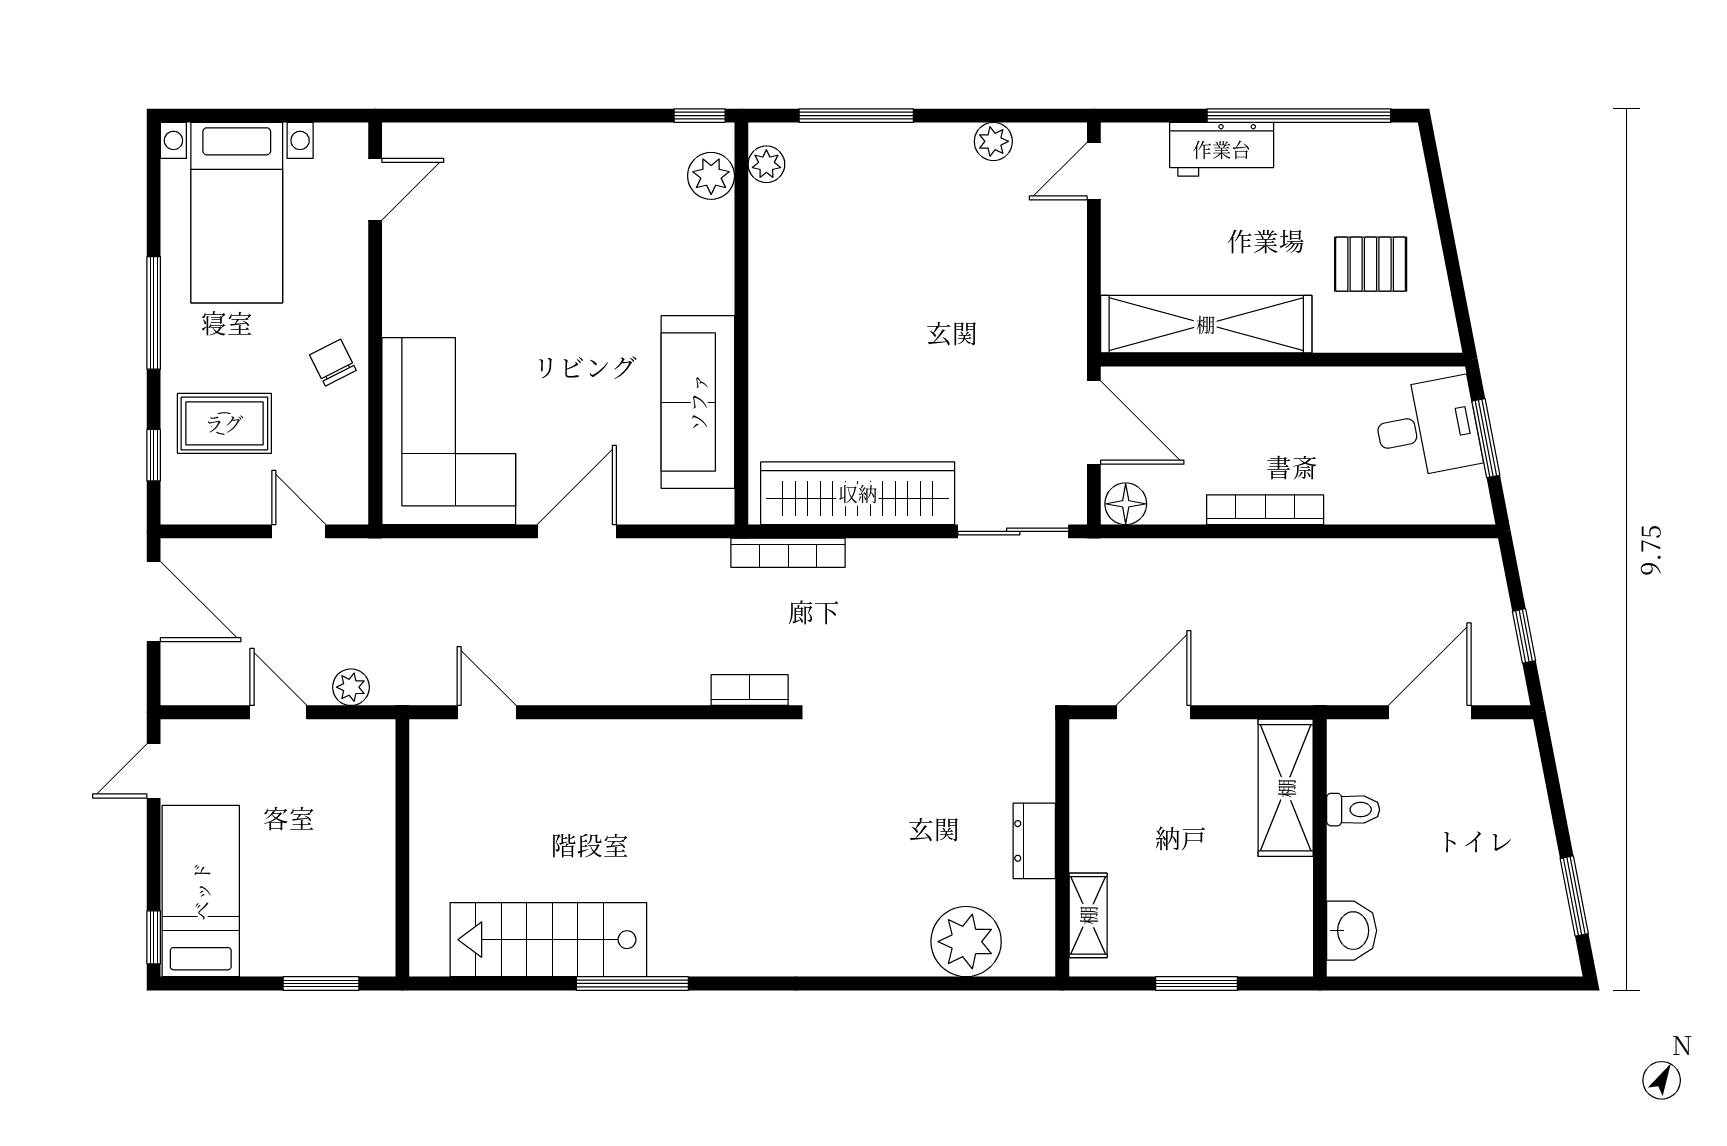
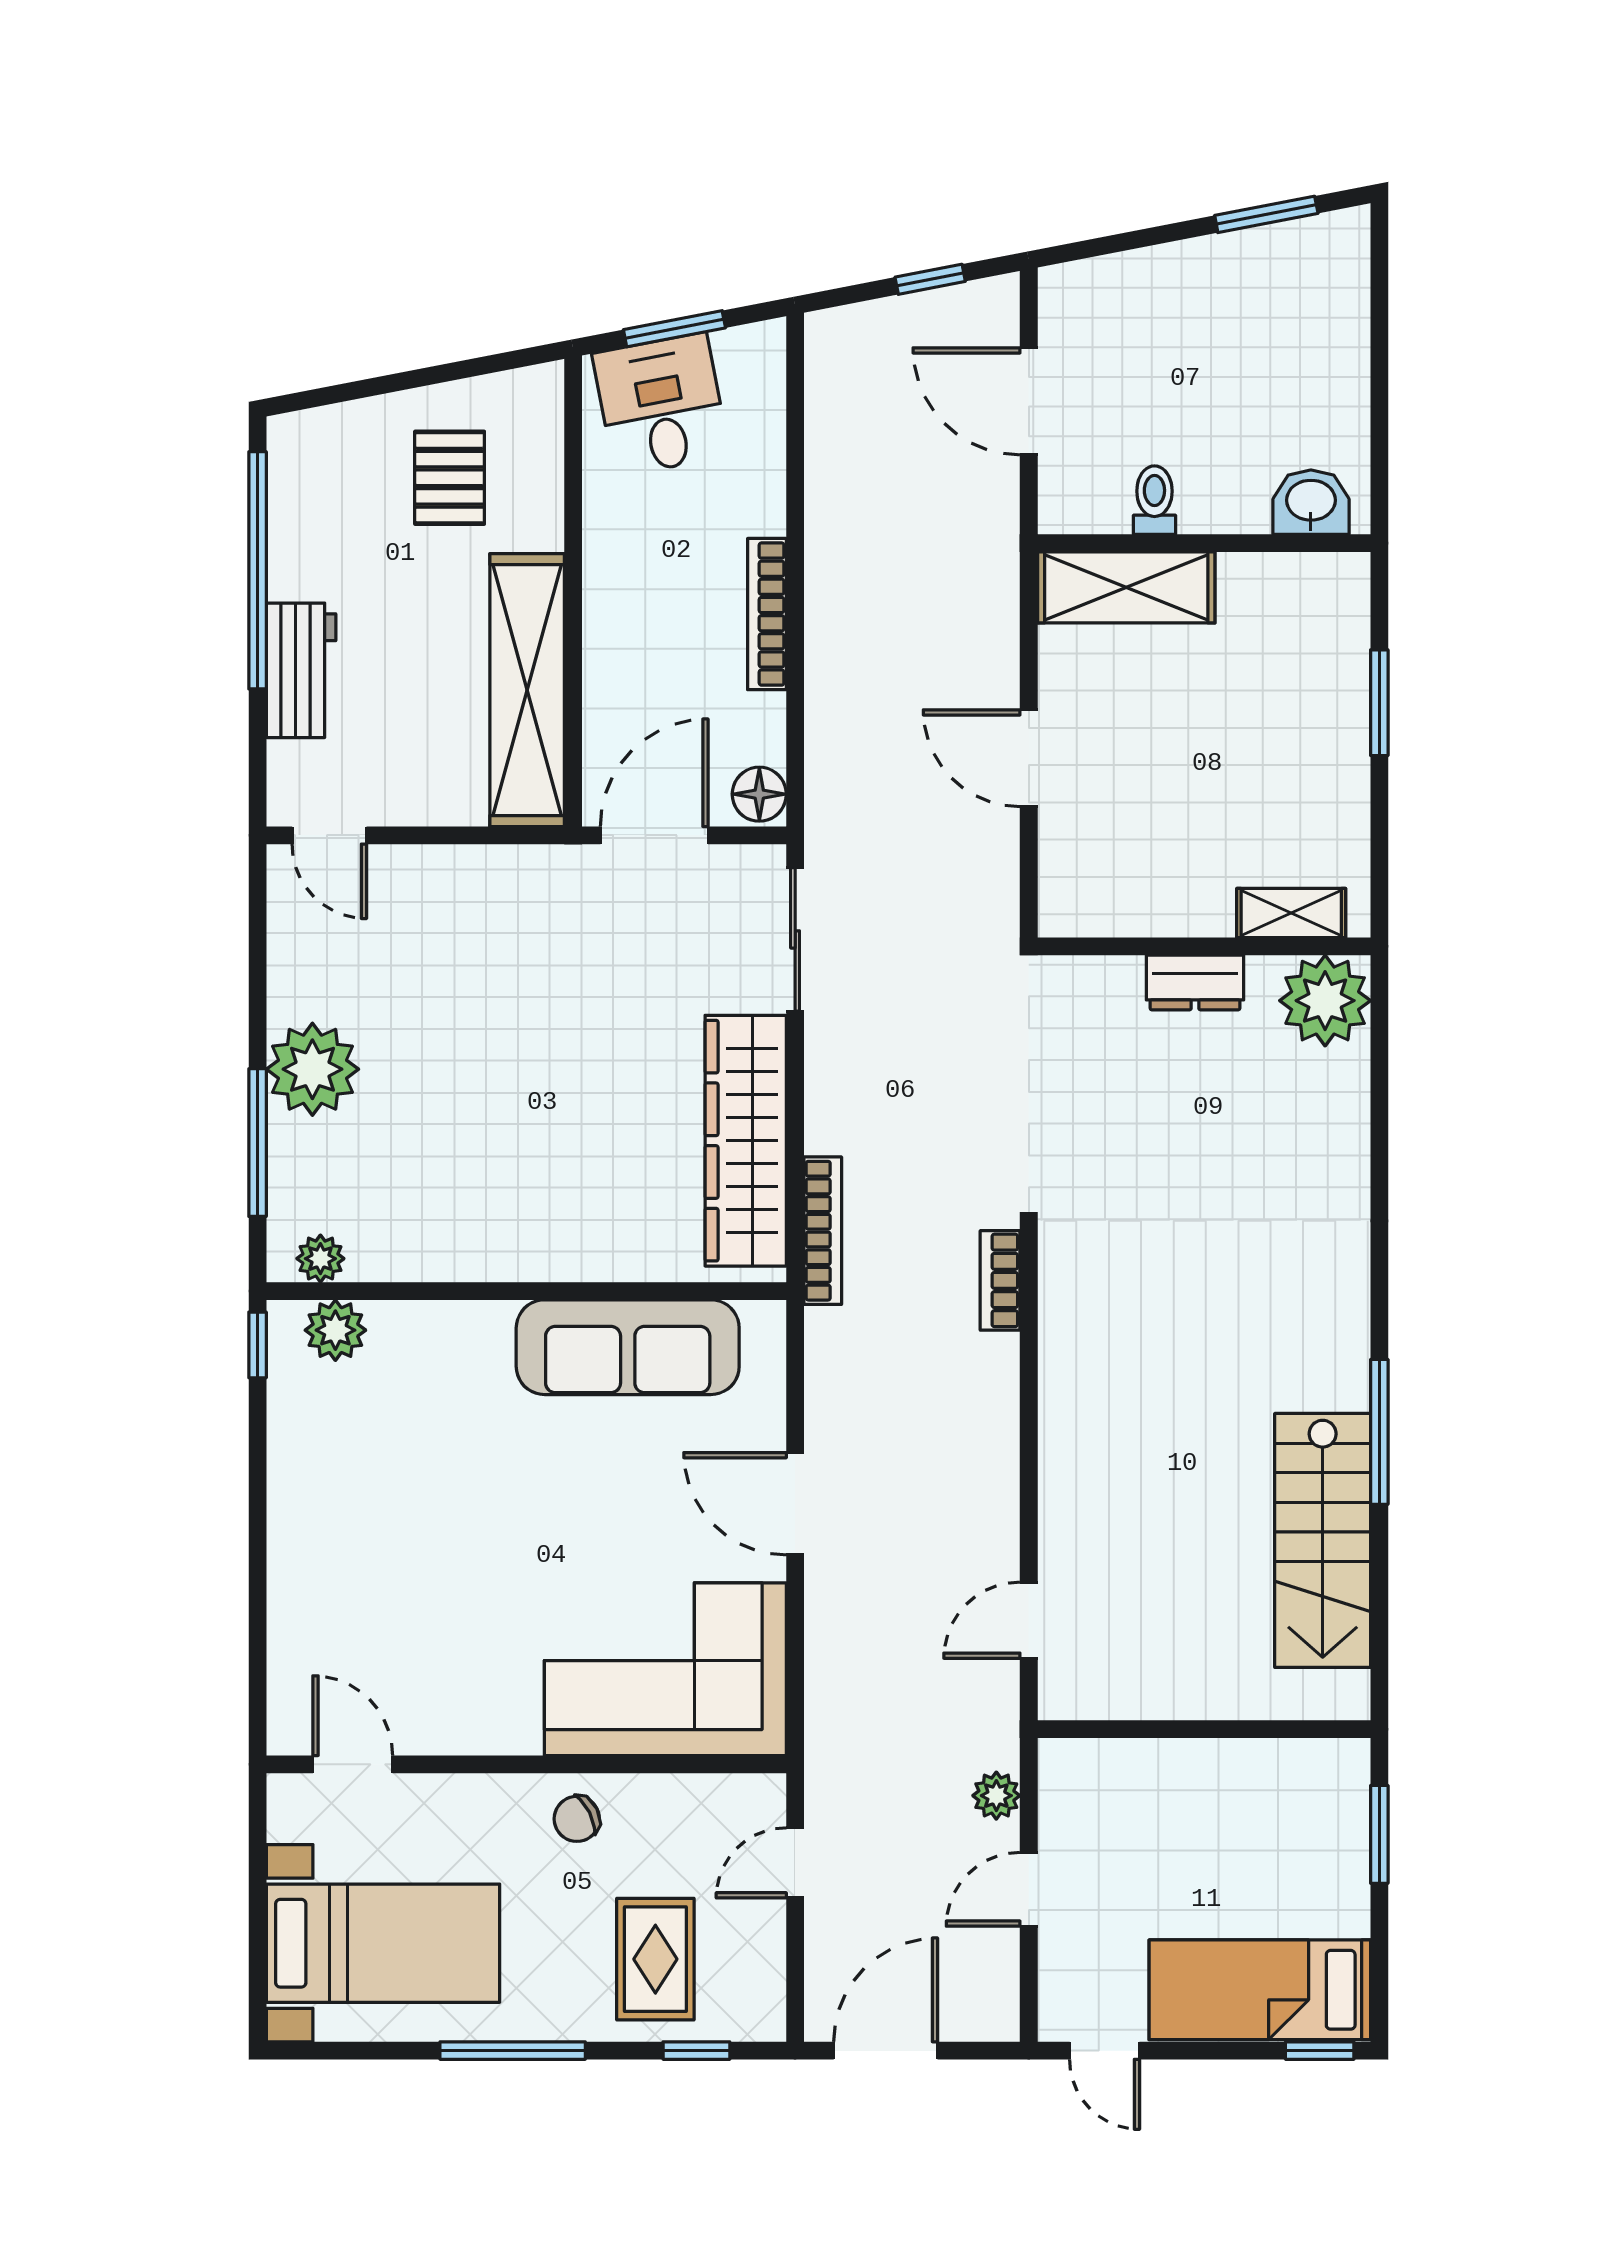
plant: (993, 141) -> (312, 1069), moved, width x1.87, depth x1.87
dresser: (1034, 841) -> (1195, 982), moved
wall: (1062, 848) -> (1204, 946), moved
shelving: (1088, 915) -> (1291, 913), moved

